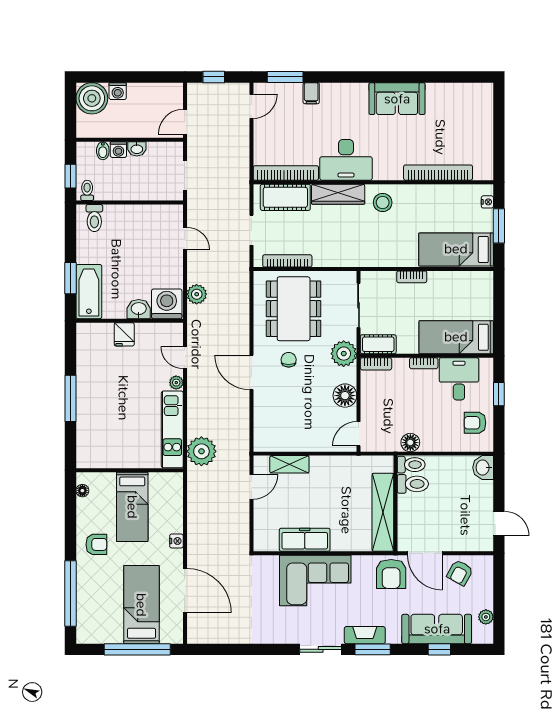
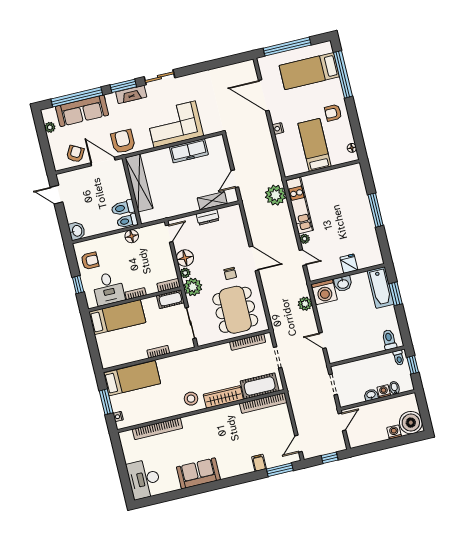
desk: (346, 160) -> (144, 479), moved, turned -90
plant: (350, 375) -> (185, 273), added
dresser: (301, 444) -> (208, 217), added
bed: (141, 605) -> (309, 71), moved, turned 90
window: (439, 649) -> (77, 97), width x3.17

